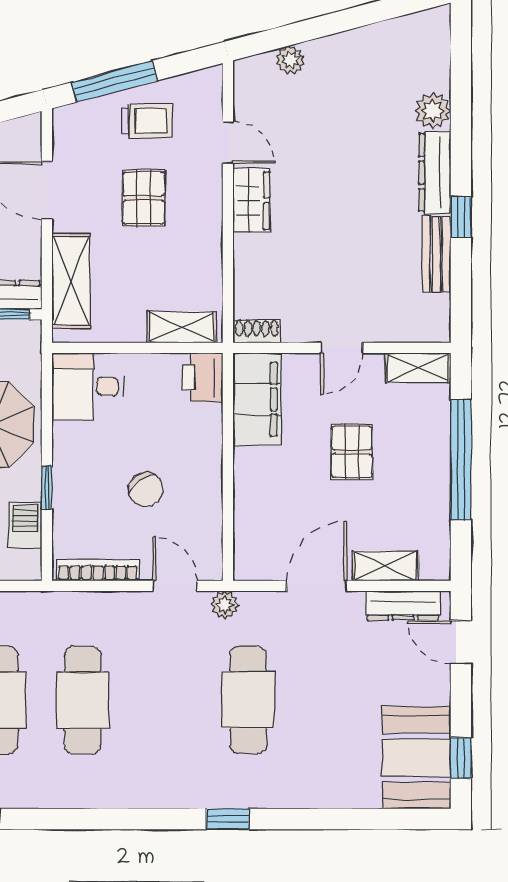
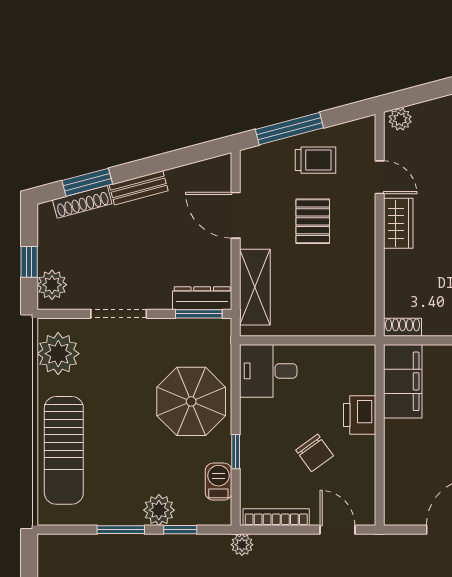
plant: (291, 60) -> (400, 119), moved
shelving: (182, 327) -> (343, 324), removed
printer: (203, 377) -> (360, 415), moved
plant: (225, 605) -> (242, 545), moved

